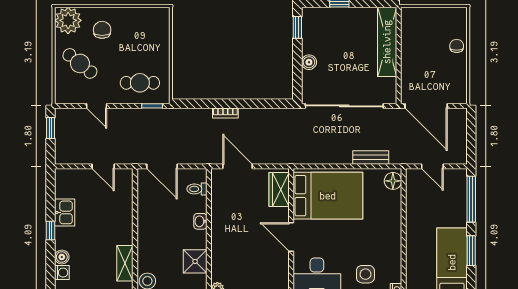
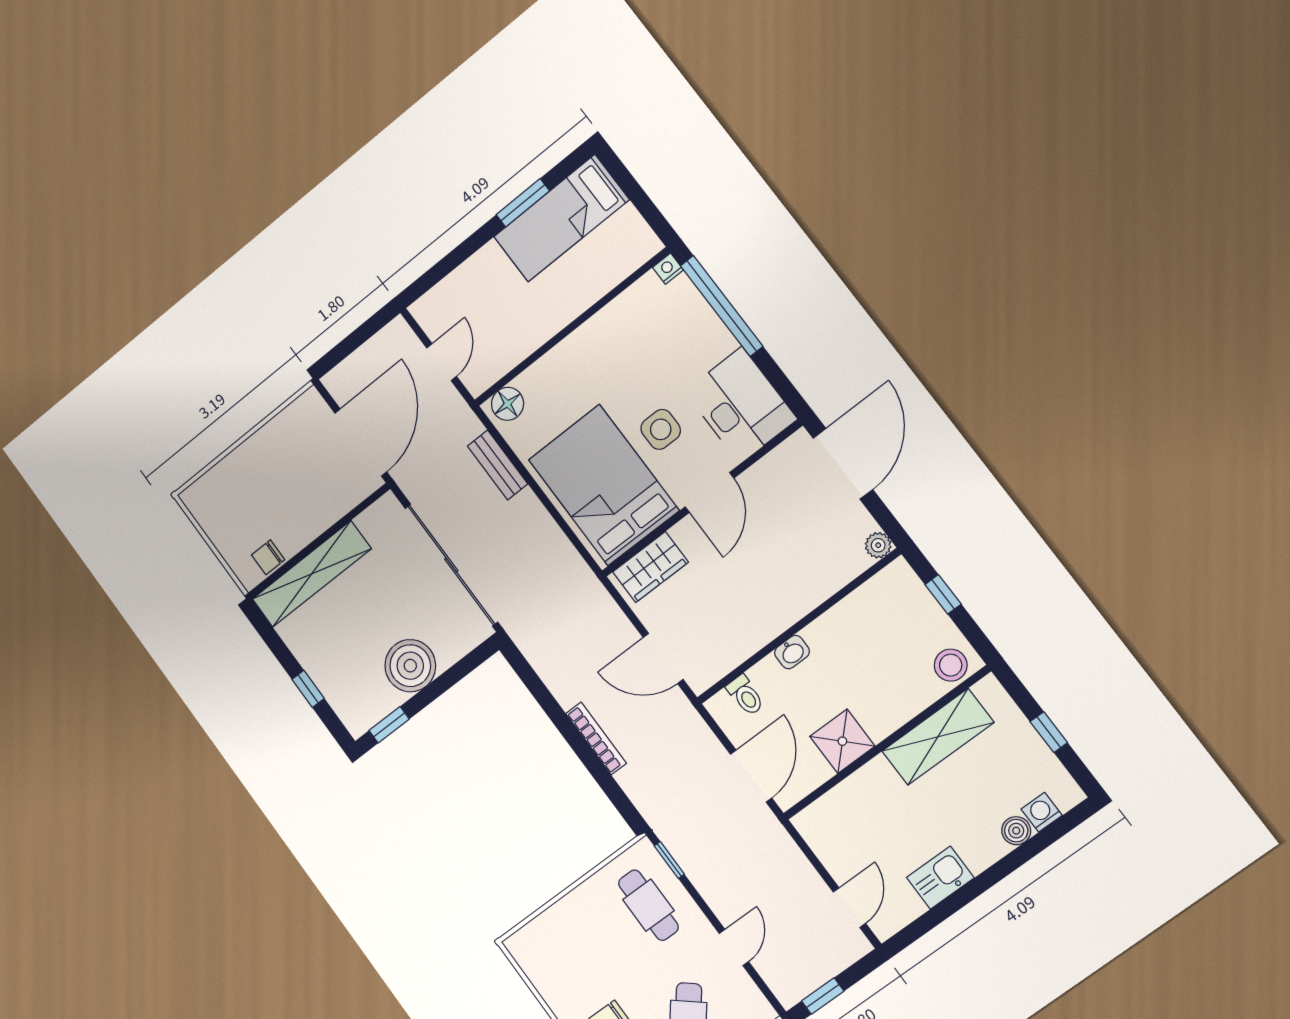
chair: (457, 46) -> (268, 557), moved
boiler: (309, 62) -> (410, 666), width x1.86, depth x1.86
bookcase: (225, 113) -> (596, 738), width x1.56
door: (103, 166) -> (849, 908), moved
door: (237, 166) -> (663, 658), hinge flipped
window: (471, 199) -> (447, 265), removed
window: (51, 231) -> (987, 879), removed
shower: (195, 261) -> (842, 741), moved
shelving: (125, 263) -> (938, 737), width x1.50, depth x1.33
side table: (365, 274) -> (661, 429), moved

